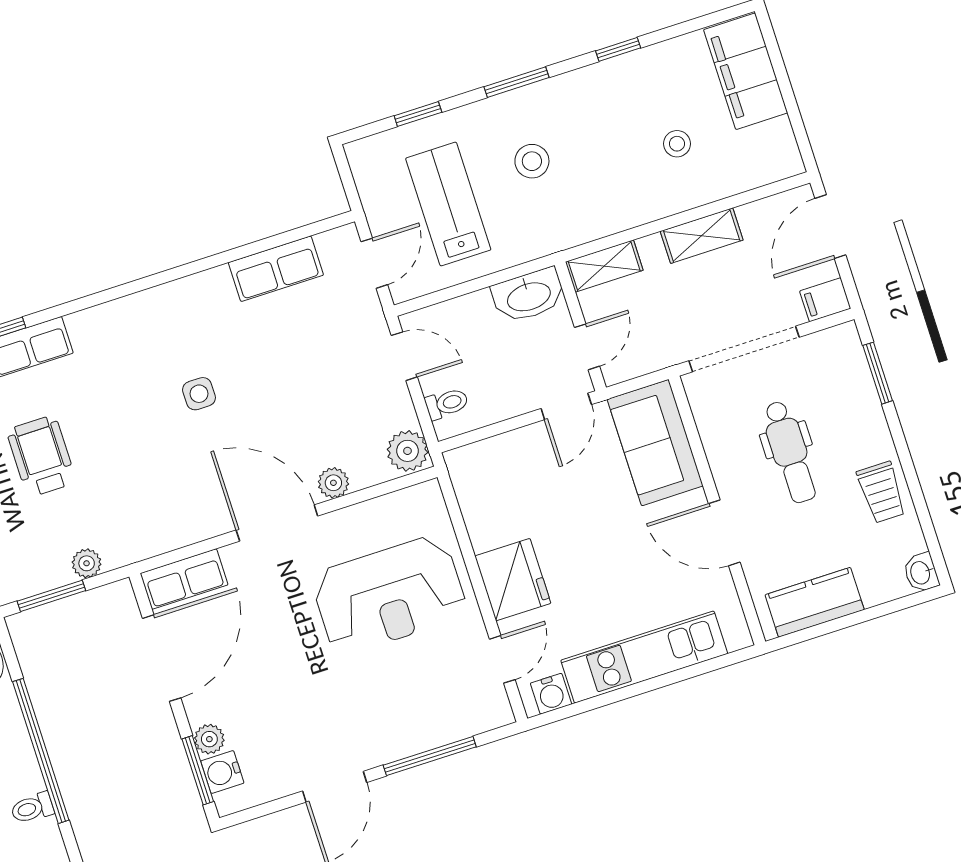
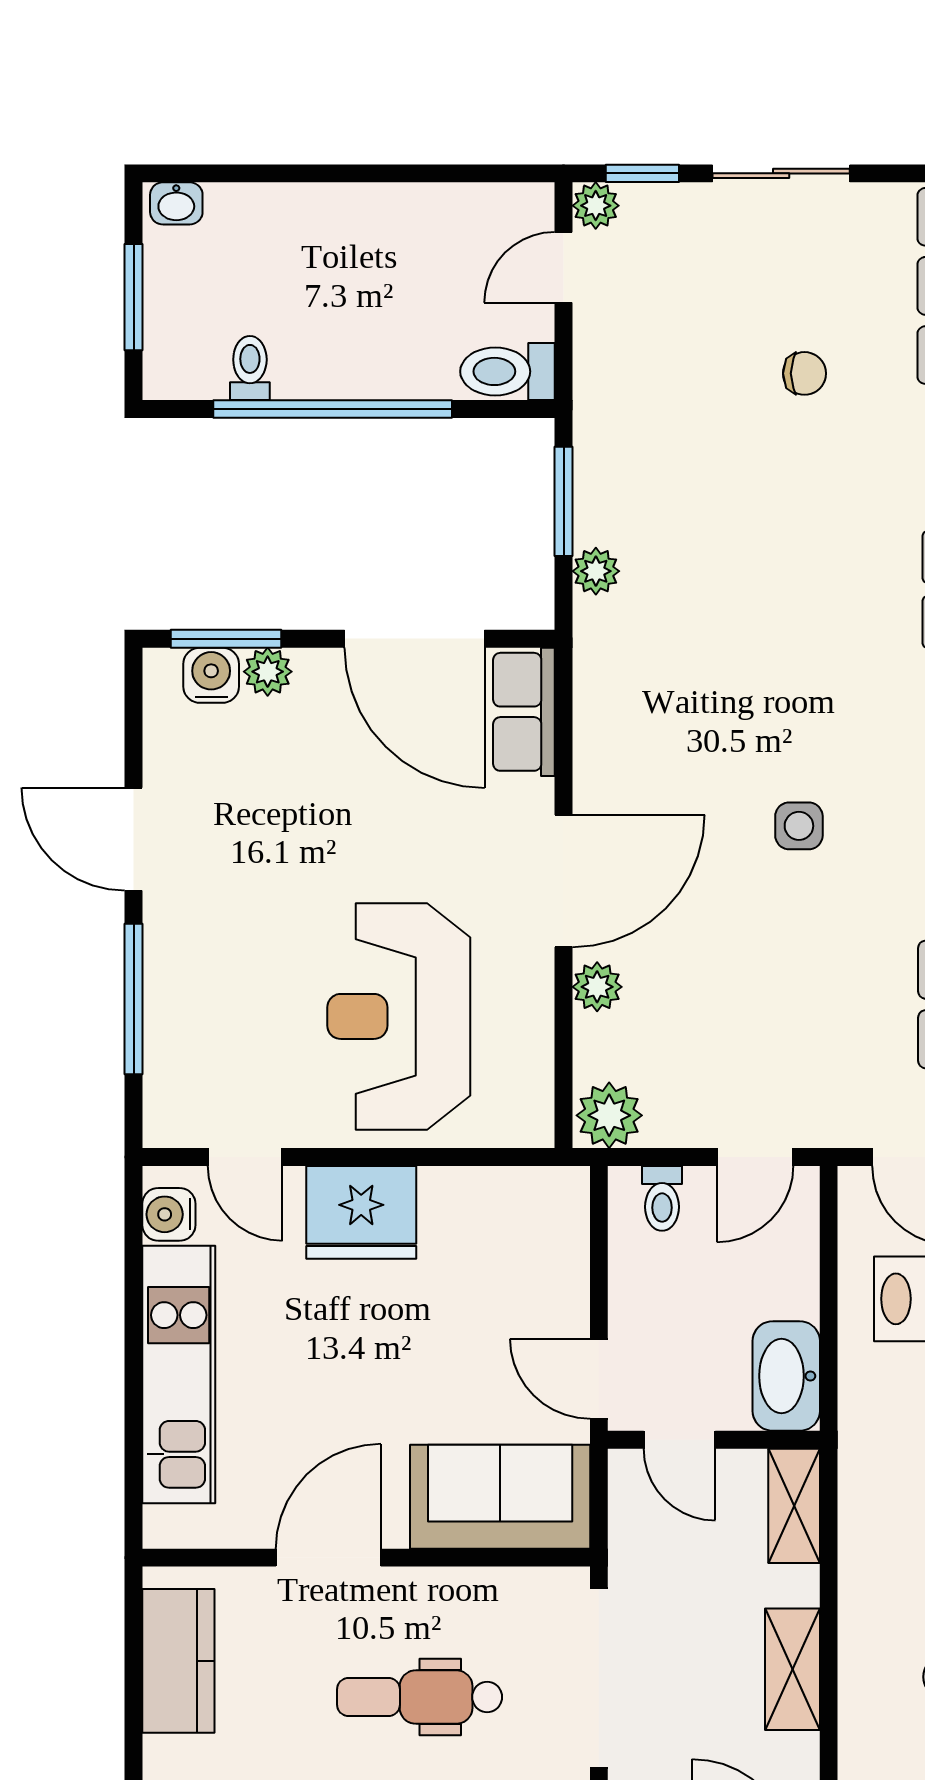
wheelchair: (41, 456) -> (781, 555), removed

